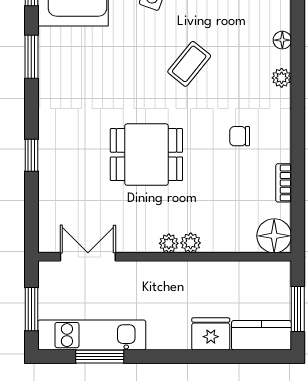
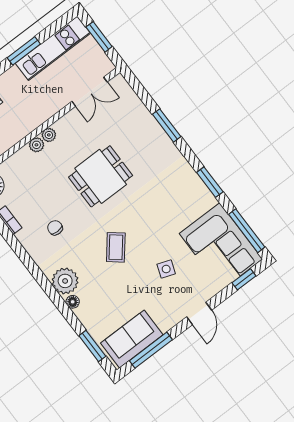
plant: (282, 78) -> (65, 281), width x1.87, depth x1.87
chair: (240, 136) -> (55, 228), turned -90
window: (31, 155) -> (167, 125), width x1.50
window: (100, 357) -> (24, 51), moved

